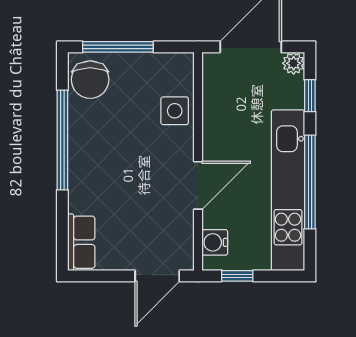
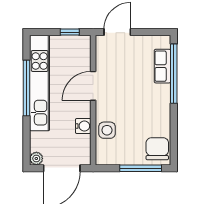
window: (310, 96) -> (27, 139), removed
window: (62, 140) -> (174, 74), moved
row of seats: (81, 242) -> (162, 66), moved
water cooler: (215, 242) -> (83, 126), moved

